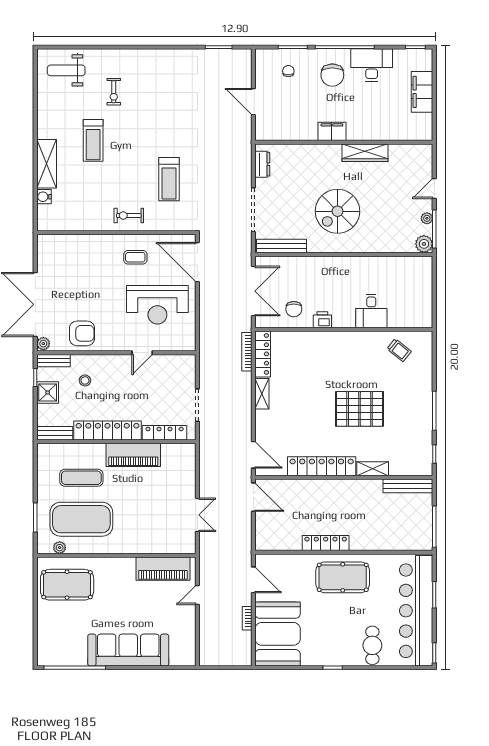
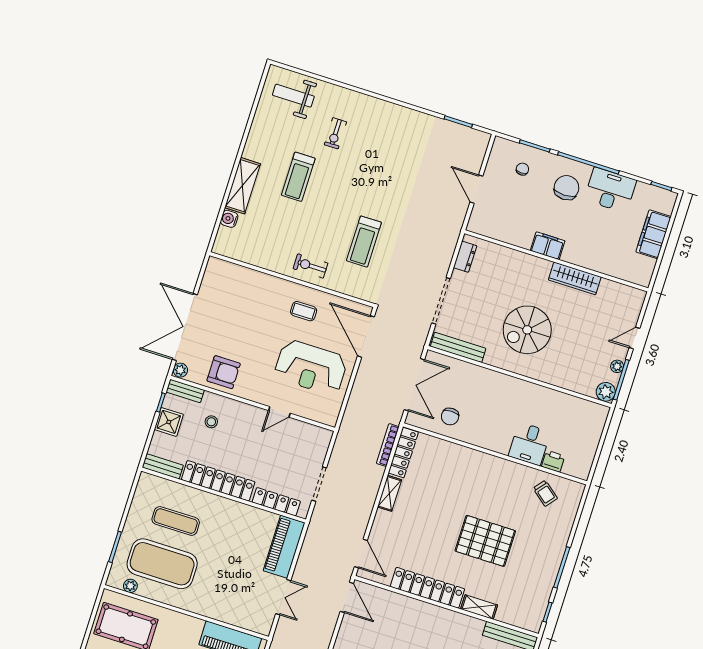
chair: (332, 75) -> (566, 188), turned 180
printer: (322, 320) -> (553, 461), moved
piano: (133, 455) -> (284, 547), moved, turned 90

